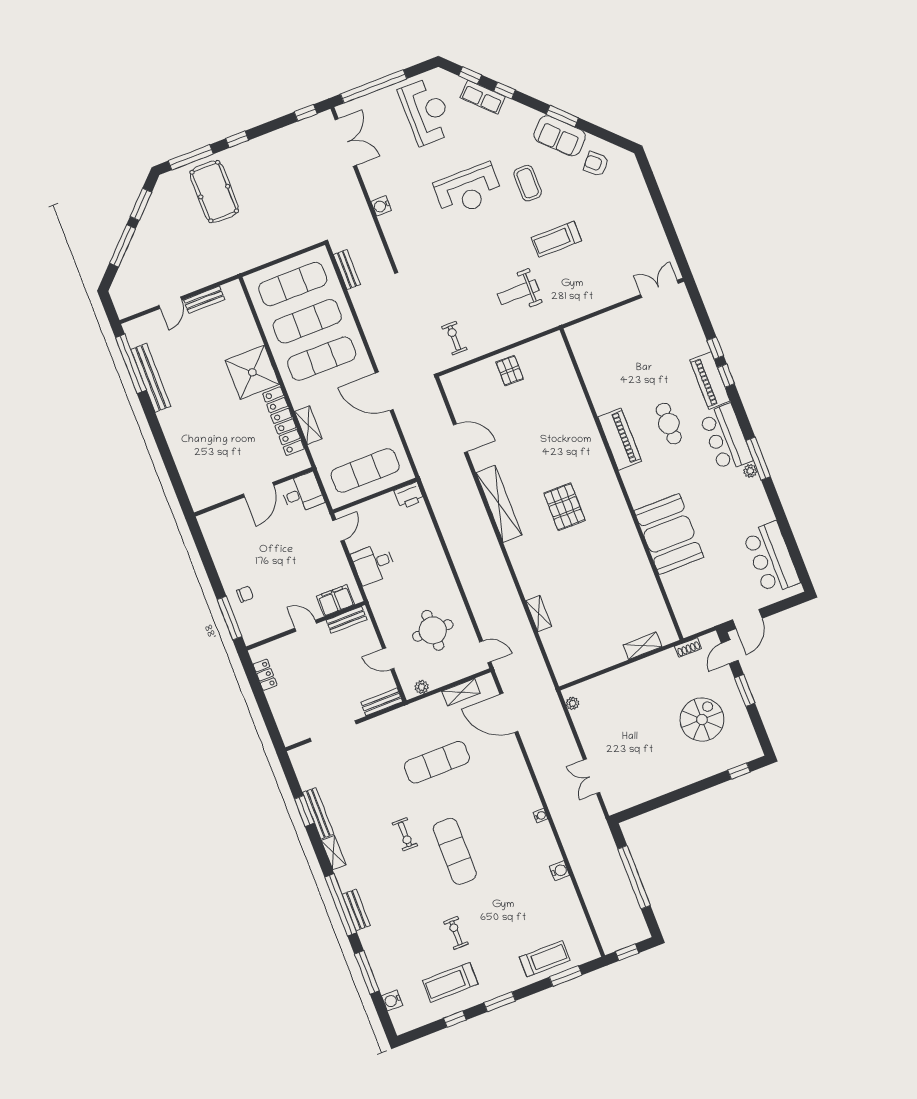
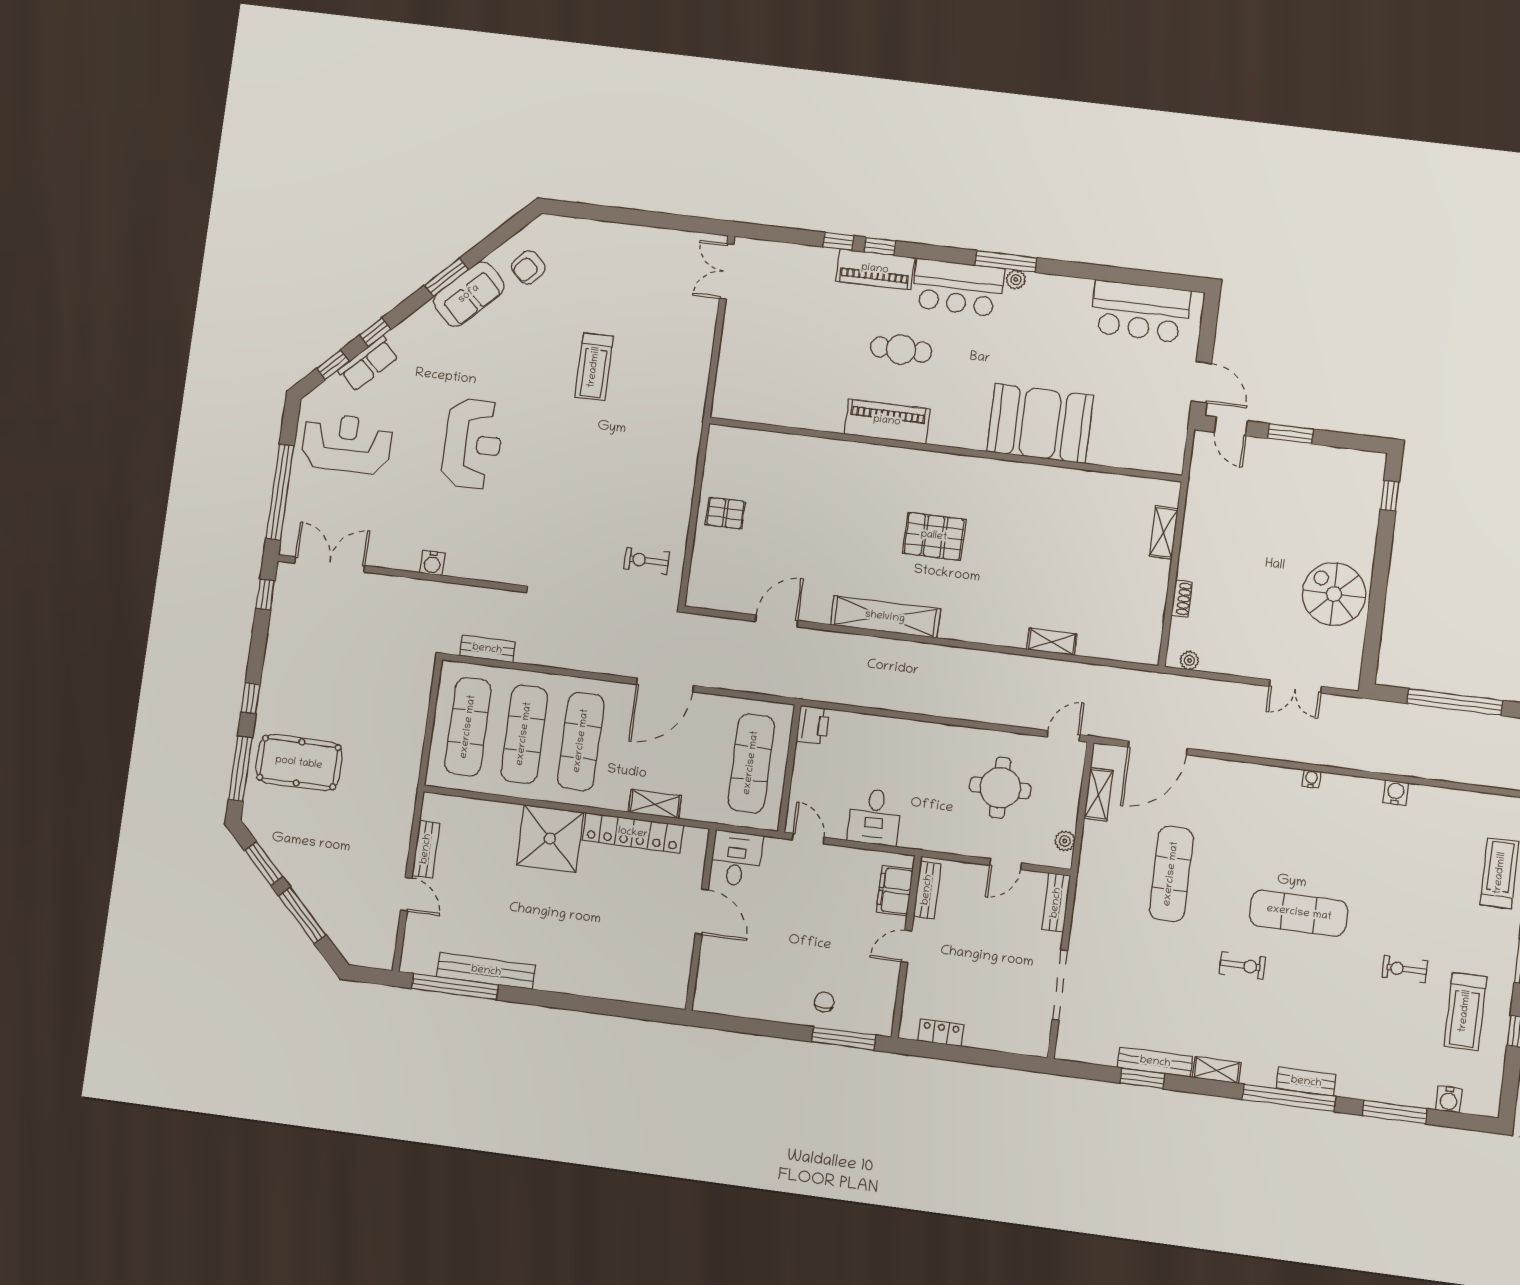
coffee table: (528, 183) -> (505, 365), removed
weight bench: (518, 292) -> (634, 449), removed
shoe rack: (688, 647) -> (1182, 599), moved
spiral stairs: (702, 720) -> (1334, 594), moved

